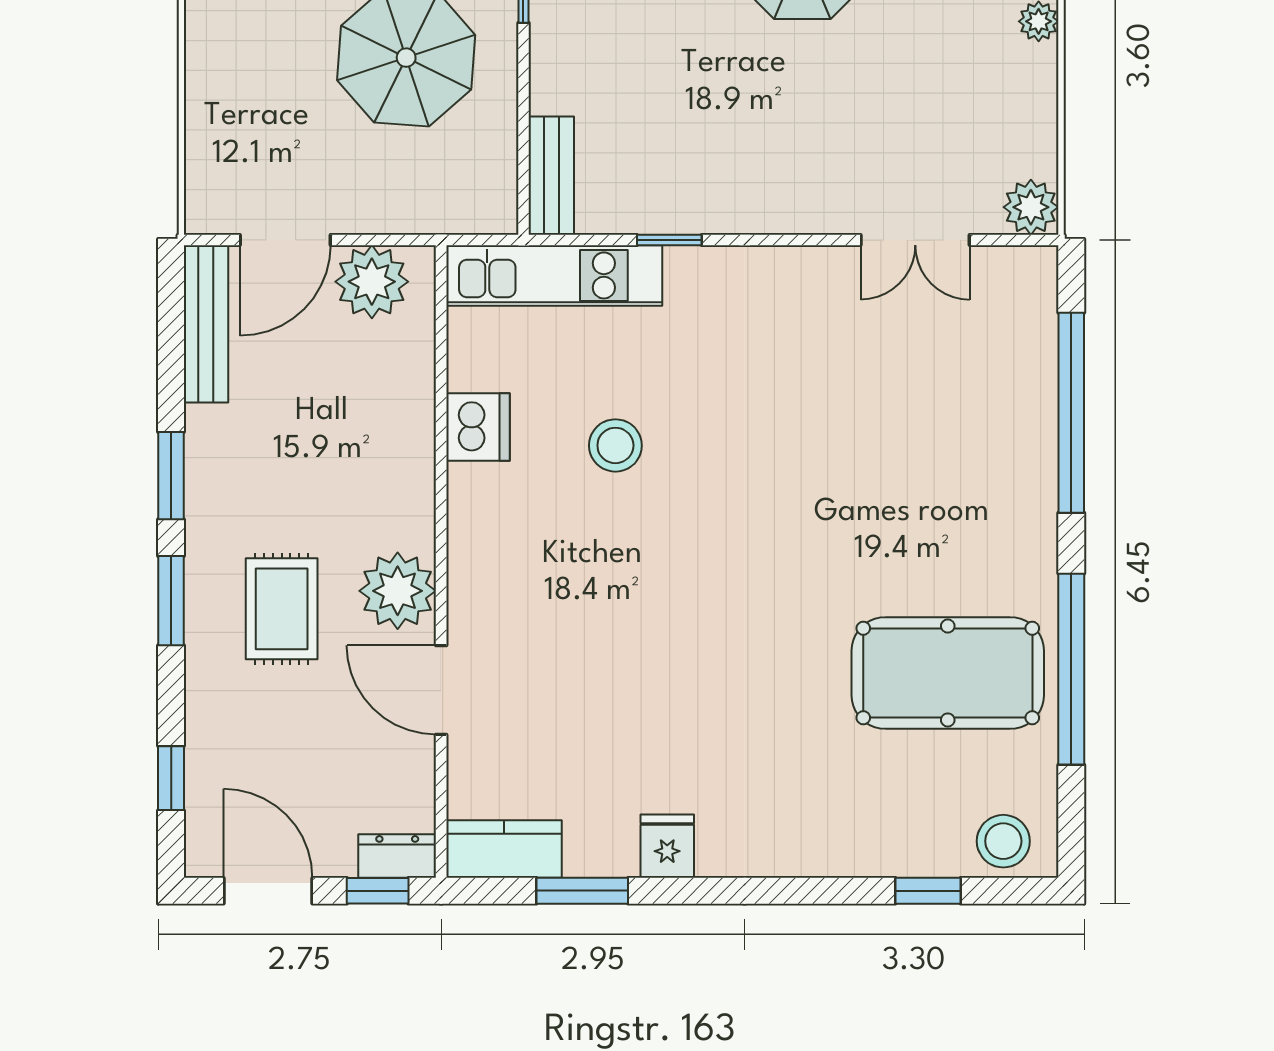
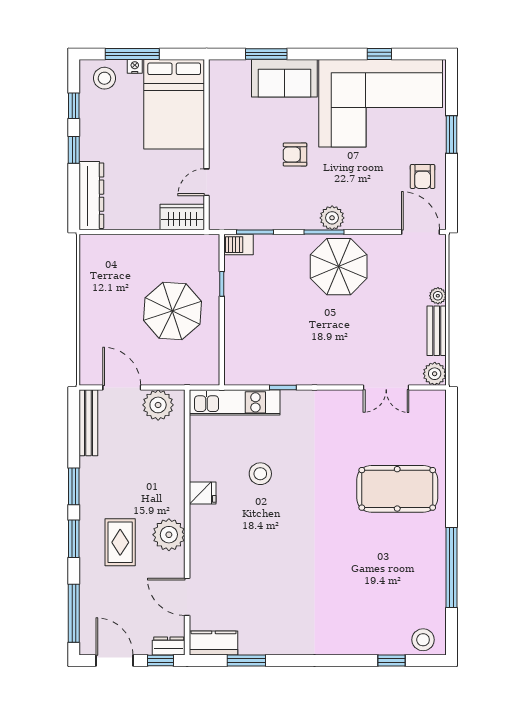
bench: (551, 176) -> (437, 331), moved
door: (285, 240) -> (122, 387), swing flipped
window: (1071, 413) -> (452, 460), removed
dishwasher: (478, 427) -> (203, 466), removed
pool table: (948, 673) -> (397, 489), moved
door: (441, 690) -> (187, 597), moved
window: (171, 778) -> (74, 613), width x2.17
fridge: (667, 846) -> (203, 493), moved, turned 90

